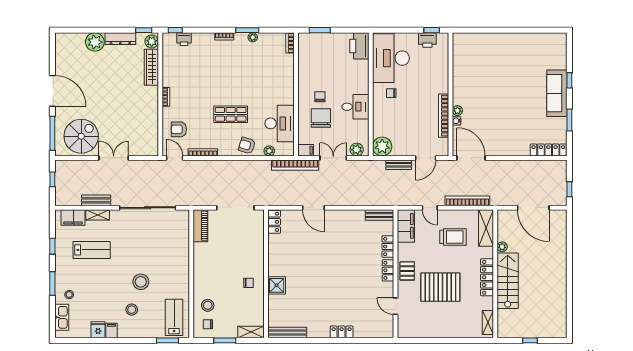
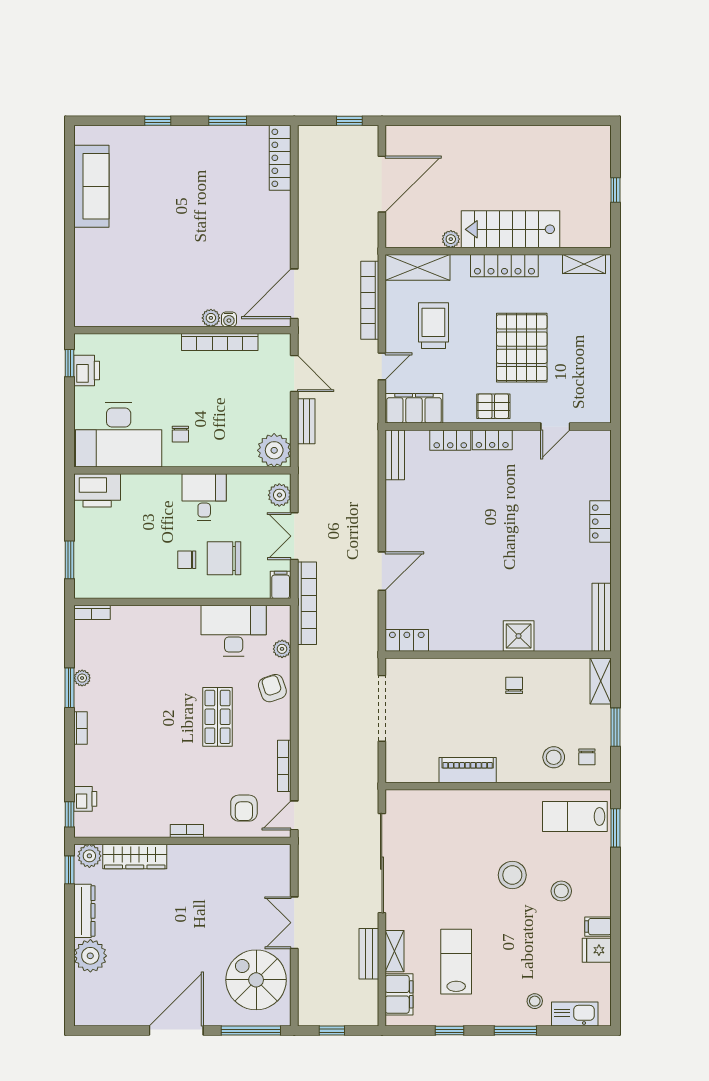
sofa: (557, 93) -> (91, 186), moved, turned -90
armchair: (247, 145) -> (272, 688), turned 143
piano: (200, 226) -> (468, 770), moved

